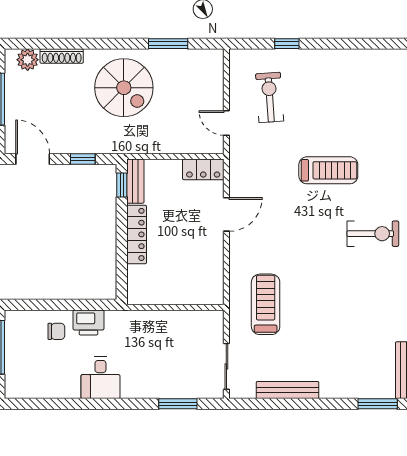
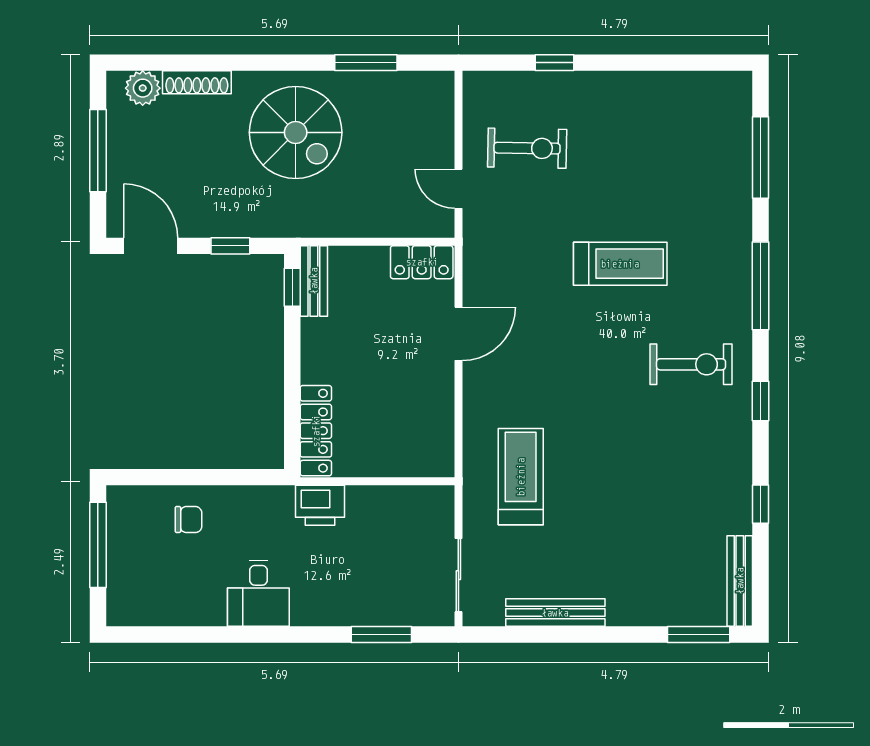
exercise bike: (270, 98) -> (527, 148), turned 95
locker: (137, 234) -> (316, 431), moved
printer: (88, 322) -> (320, 505), moved

